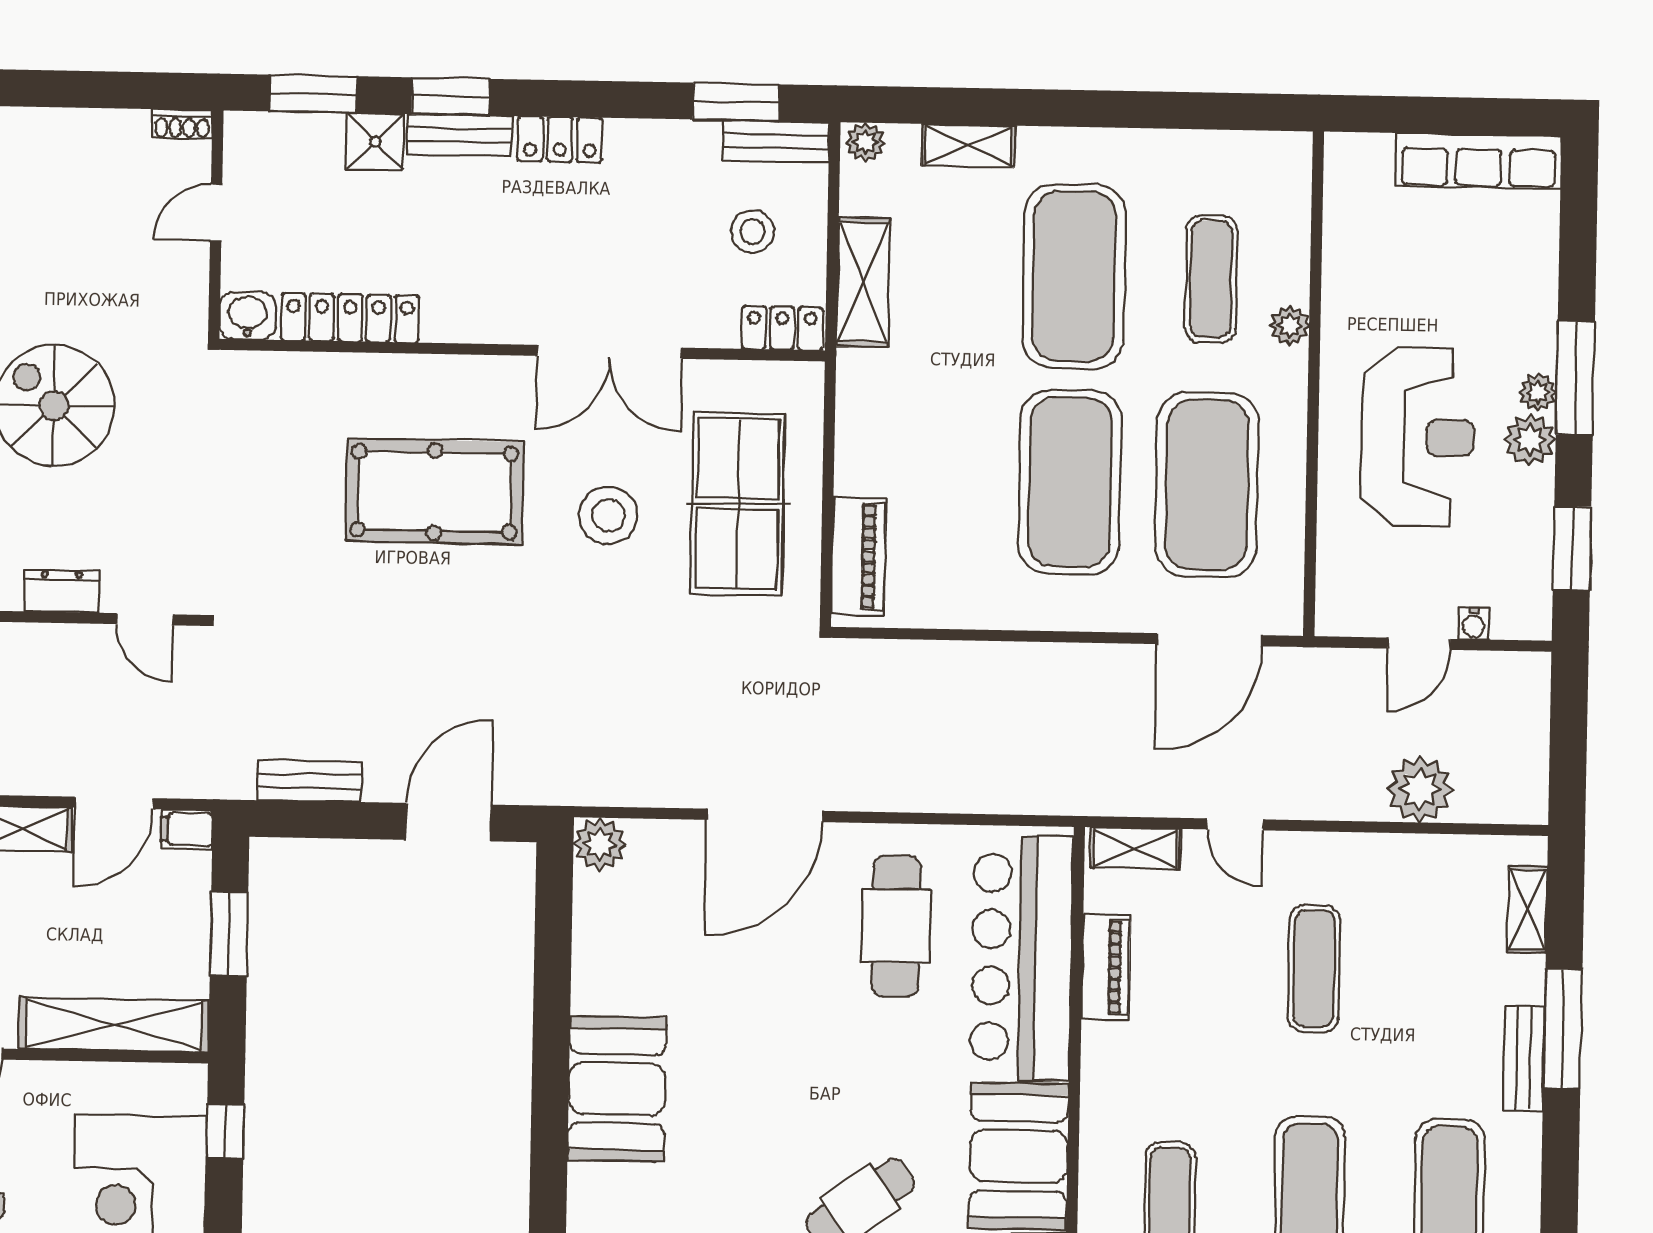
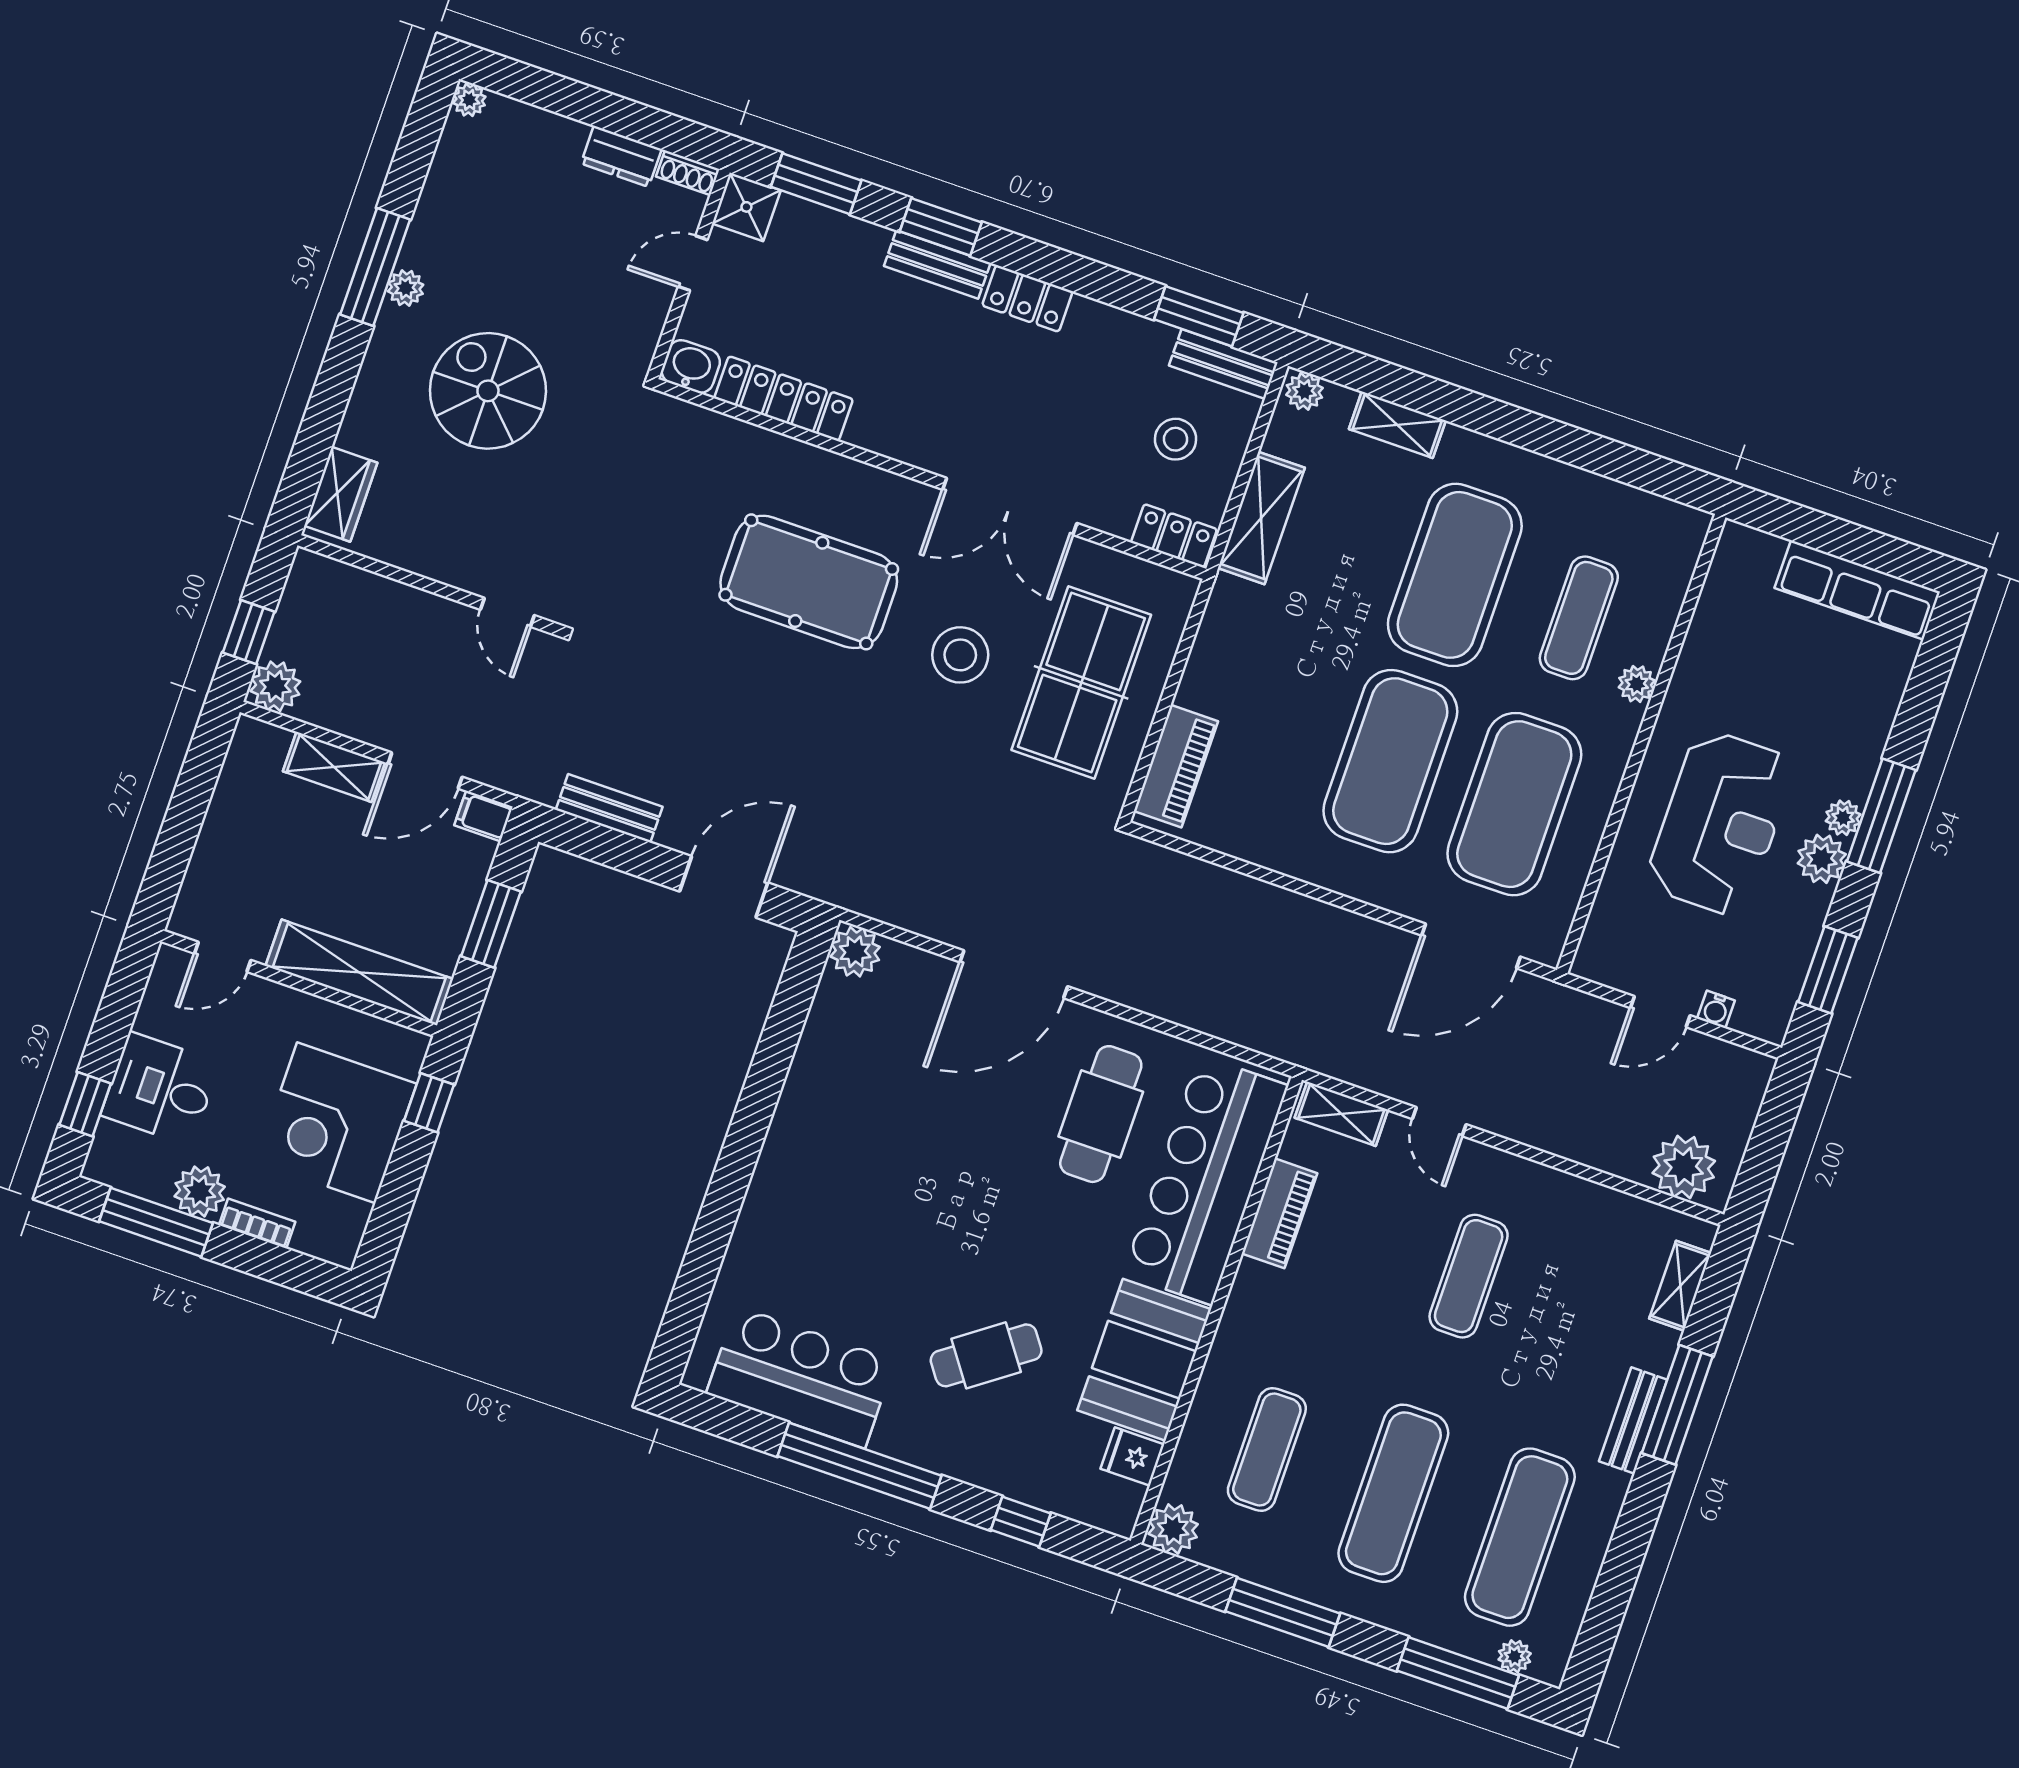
shower: (375, 142) -> (746, 207), moved
dresser: (62, 591) -> (621, 156), moved, turned 180
plant: (1420, 789) -> (1684, 1167), moved
booth: (617, 1089) -> (798, 1180), removed

